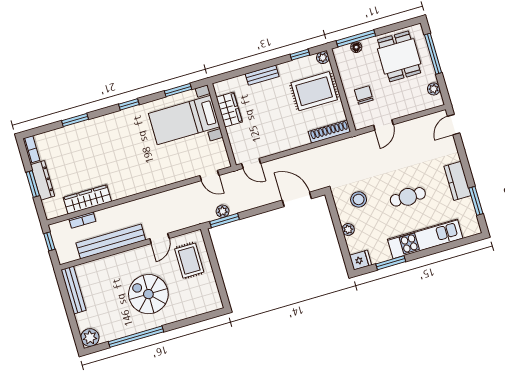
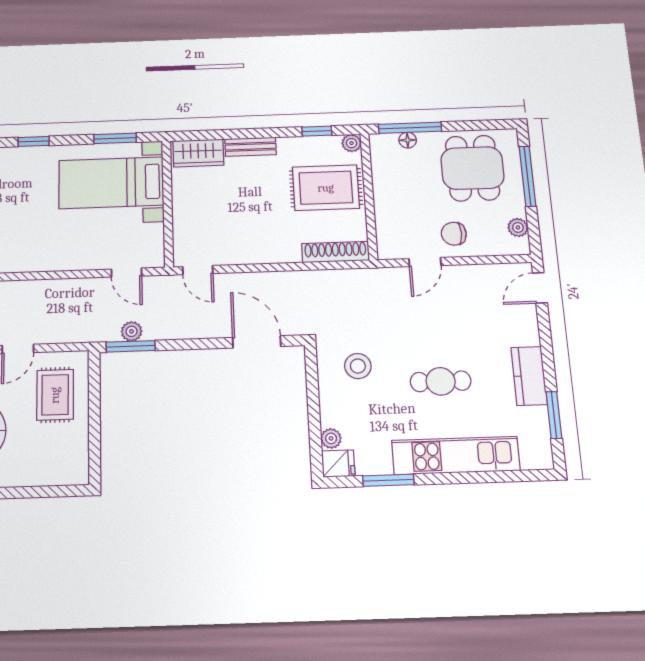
chair: (364, 95) -> (454, 234), moved, turned -90
wardrobe: (229, 110) -> (198, 153), moved, turned 90
plant: (348, 229) -> (331, 438), moved

